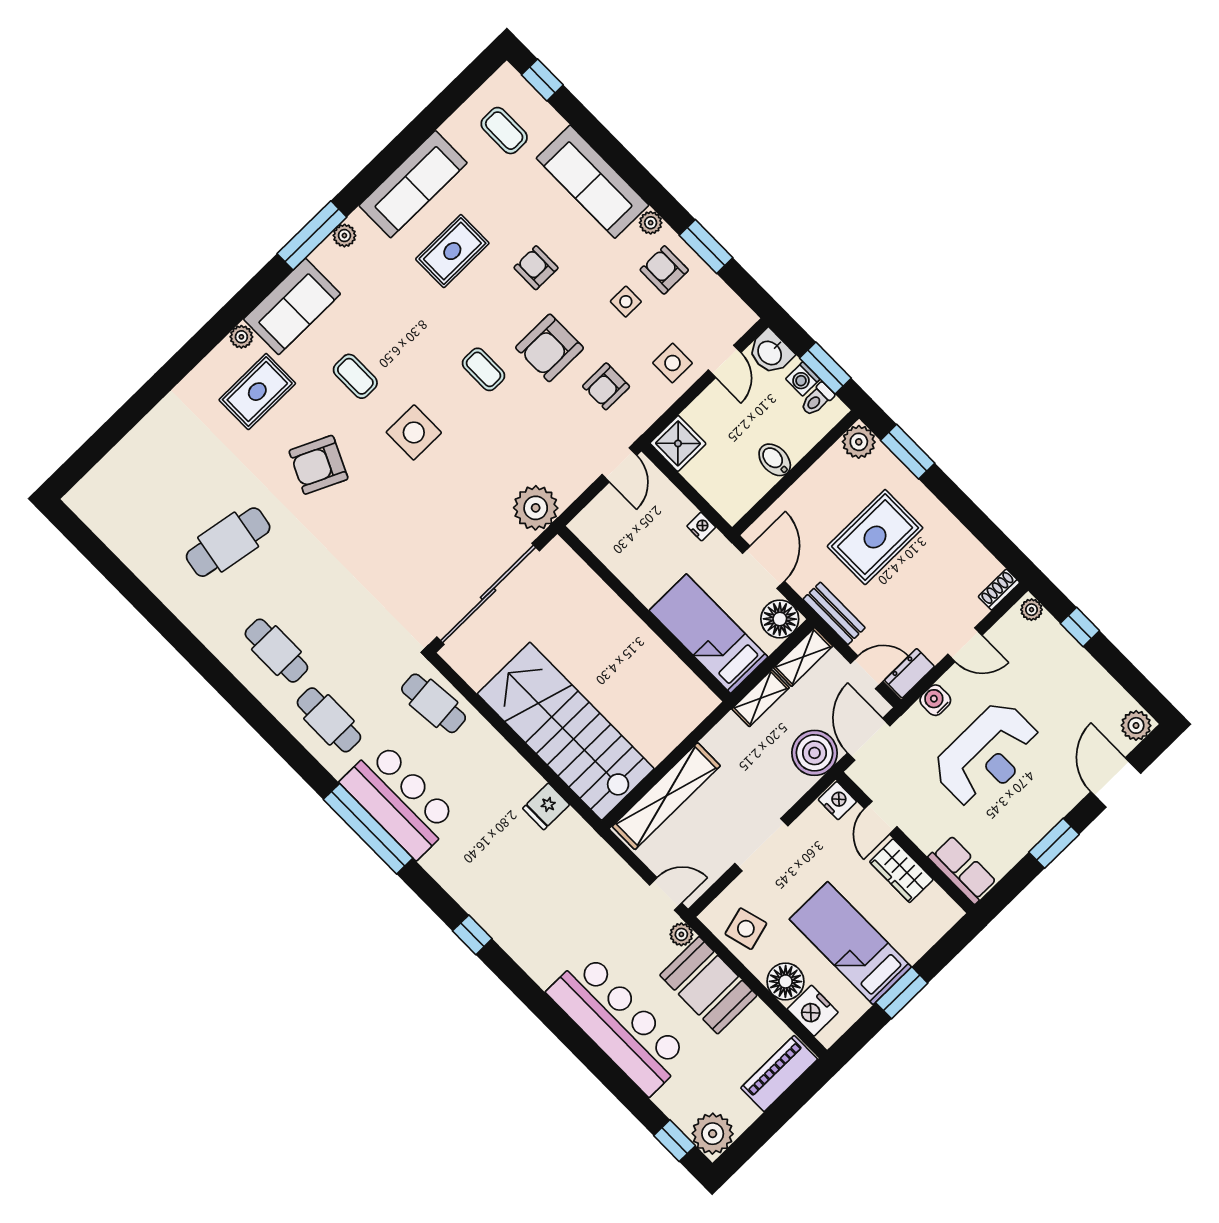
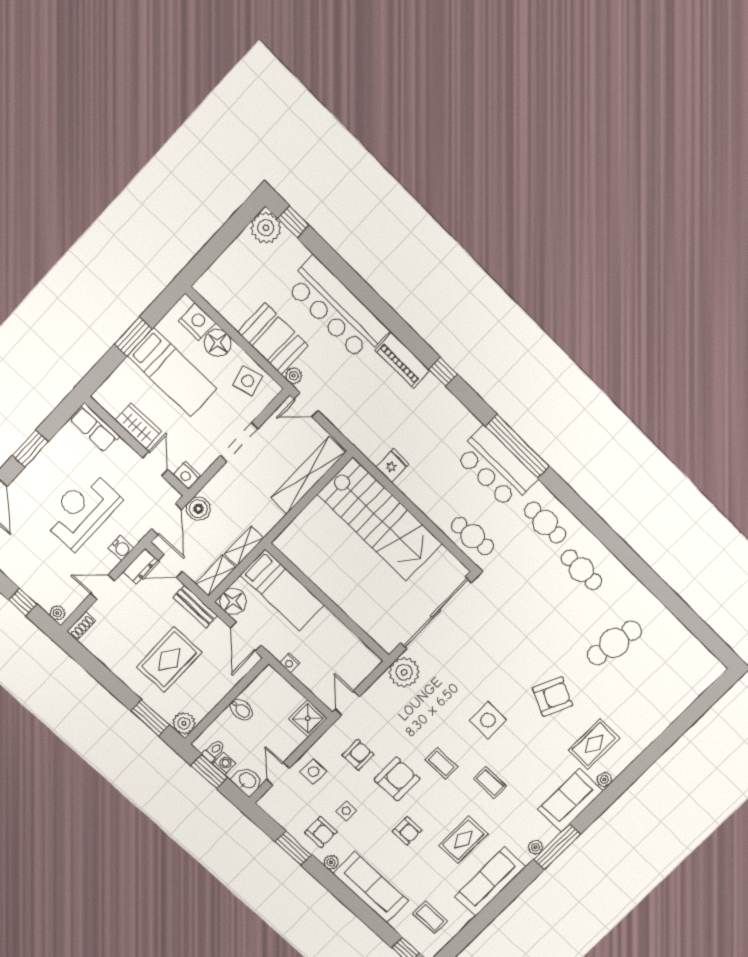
coffee table: (355, 376) -> (490, 783), moved
boiler: (814, 753) -> (198, 509), width x0.73, depth x0.73
piano: (779, 1074) -> (402, 360), moved, turned 90

